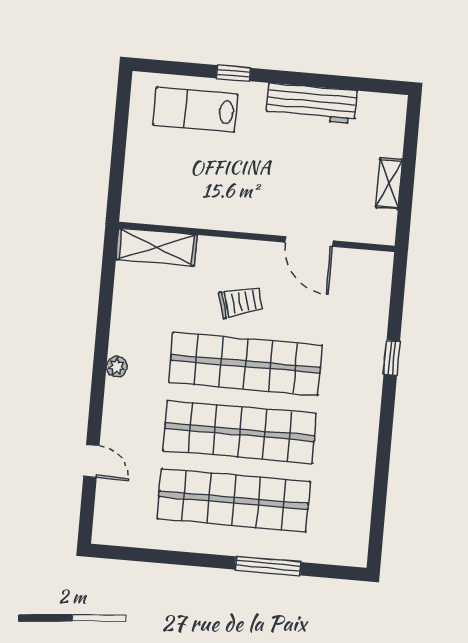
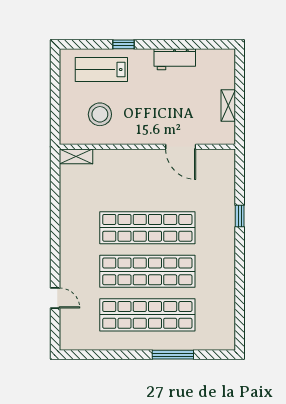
workbench: (312, 103) -> (175, 59), width x0.73
stool: (187, 180) -> (100, 114), added
shelving: (156, 247) -> (76, 156), width x0.67, depth x0.75
trolley: (241, 302) -> (141, 189), removed
plant: (117, 367) -> (66, 237), removed

